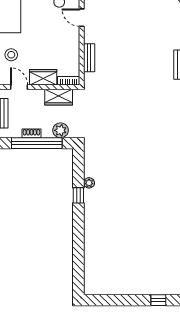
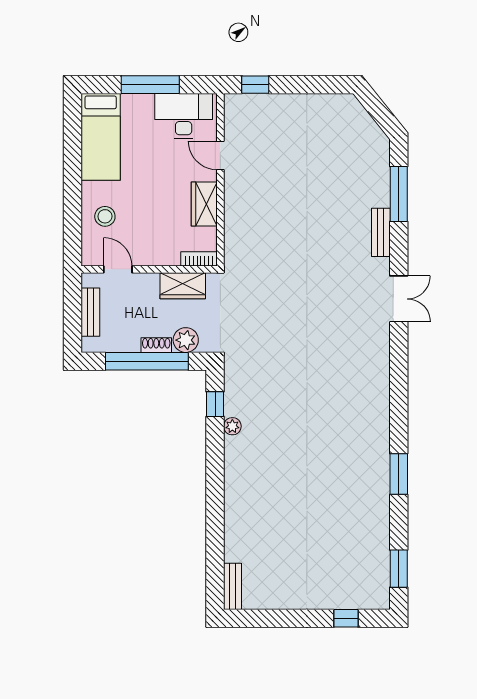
bench: (89, 58) -> (233, 586), moved
wardrobe: (43, 77) -> (204, 204), moved, turned -90
shoe rack: (31, 133) -> (156, 345), moved
window: (78, 195) -> (215, 404), moved

